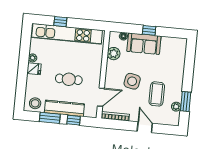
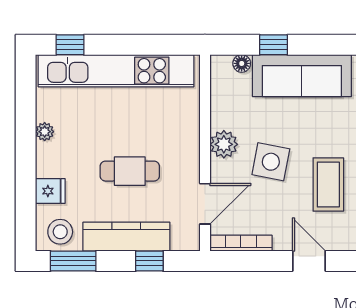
window: (60, 22) -> (70, 45), moved
window: (149, 30) -> (273, 45), moved
sofa: (144, 44) -> (302, 76), width x1.36
plant: (114, 54) -> (224, 144), moved
fridge: (34, 69) -> (50, 191), moved
window: (50, 118) -> (73, 261), moved

